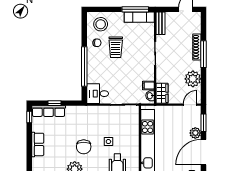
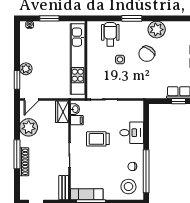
trolley: (116, 47) -> (98, 139), moved, turned -90
window: (84, 66) -> (146, 171), moved
desk: (98, 94) -> (132, 133), moved
chair: (84, 147) -> (147, 54), turned -144
door: (204, 152) -> (17, 48), removed

